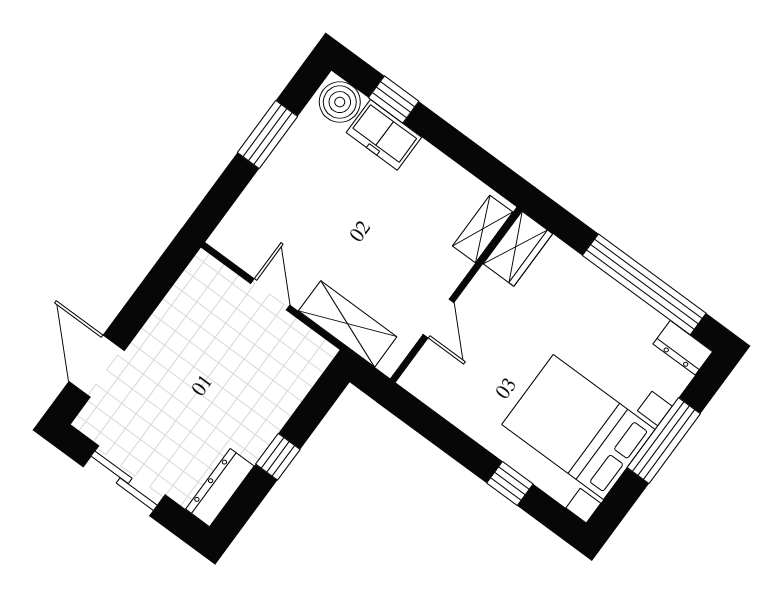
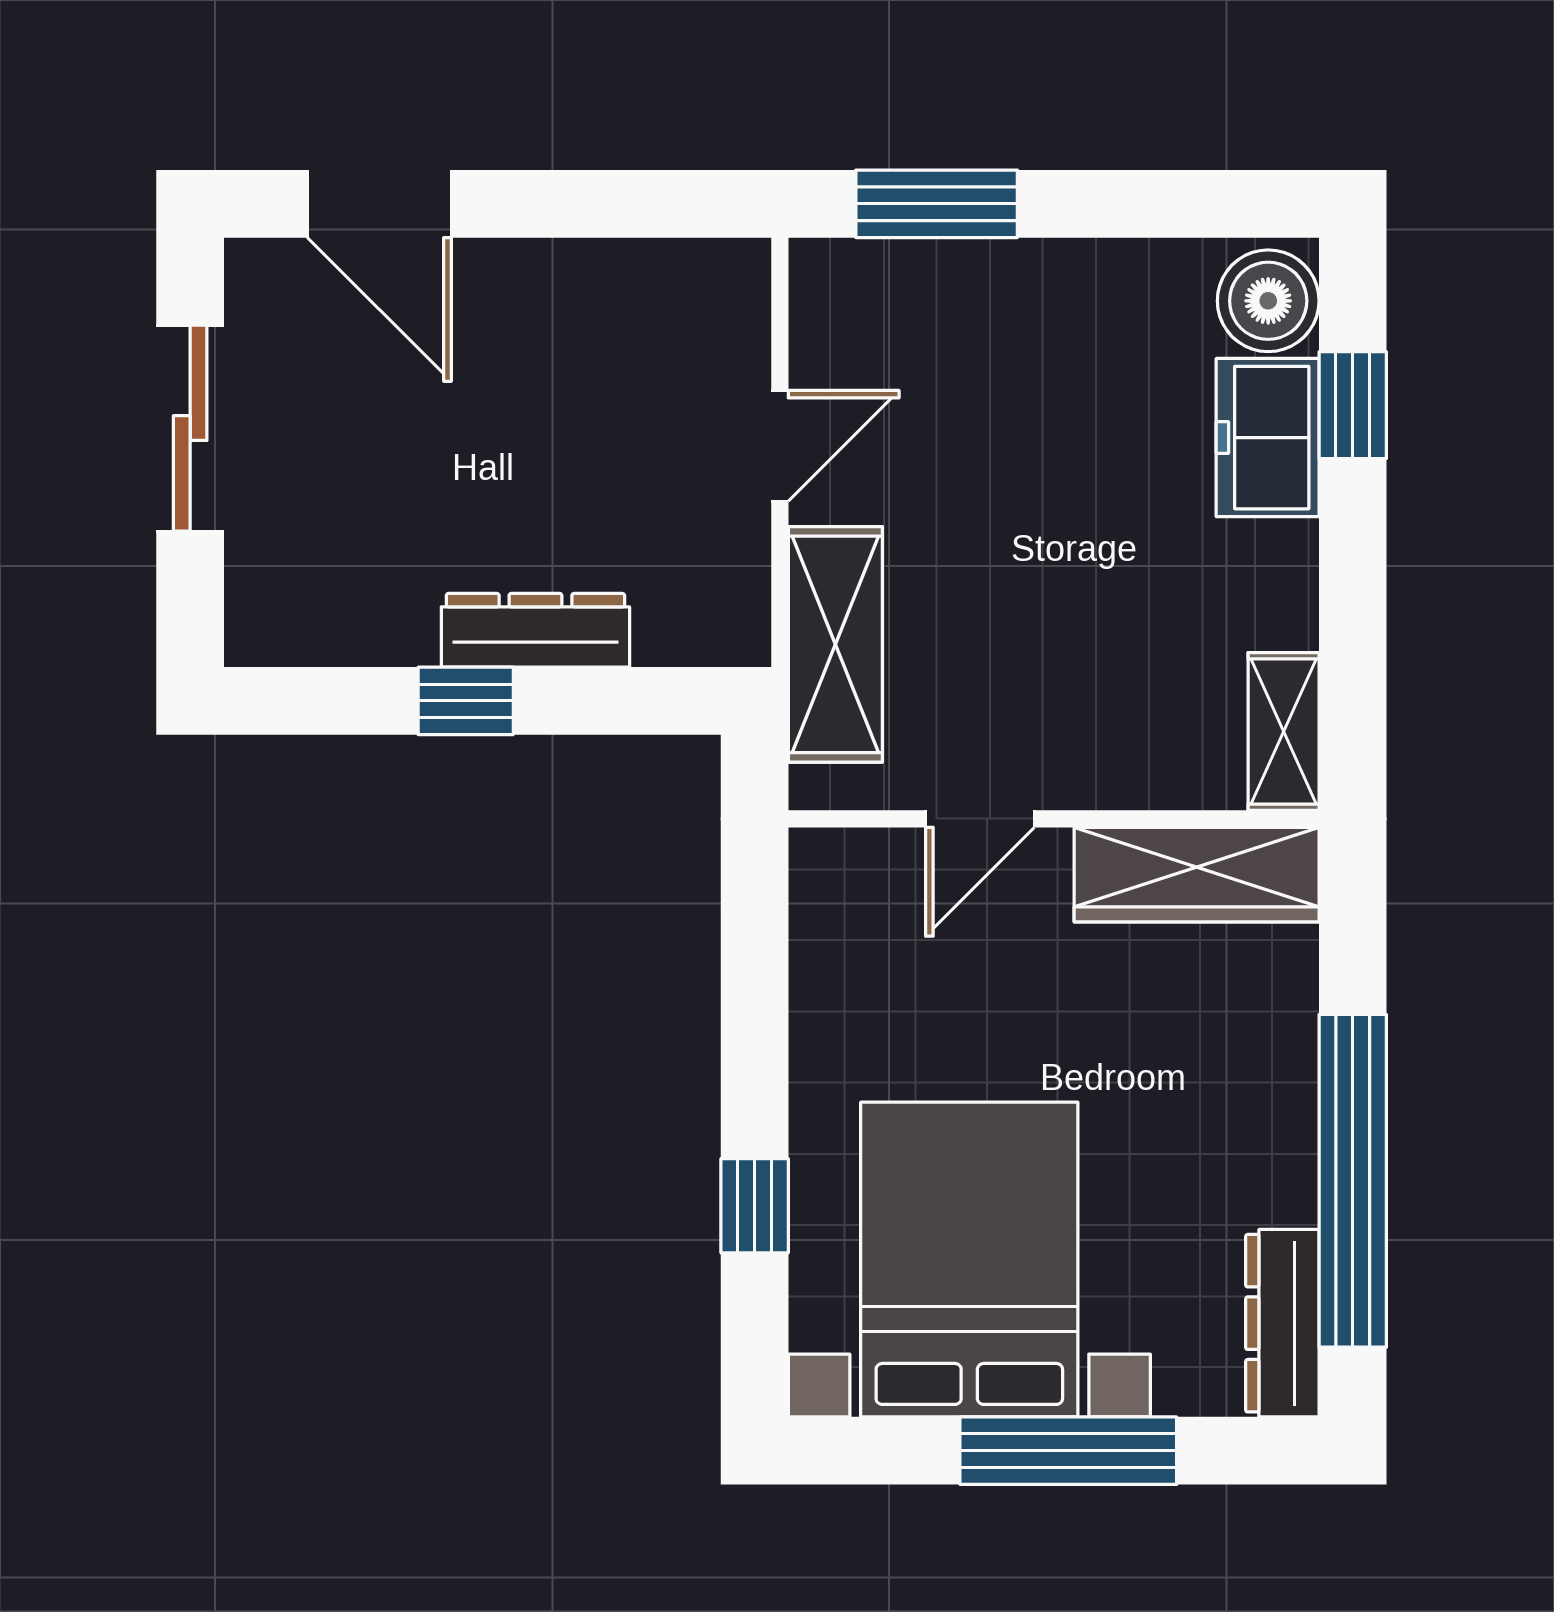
window: (268, 134) -> (937, 204), moved
shelving: (483, 229) -> (1284, 732), moved, turned 90
wardrobe: (518, 249) -> (1197, 875), width x1.50
dresser: (683, 348) -> (1282, 1323), width x1.44
door: (97, 366) -> (379, 204), swing flipped
dresser: (220, 488) -> (535, 630), moved

